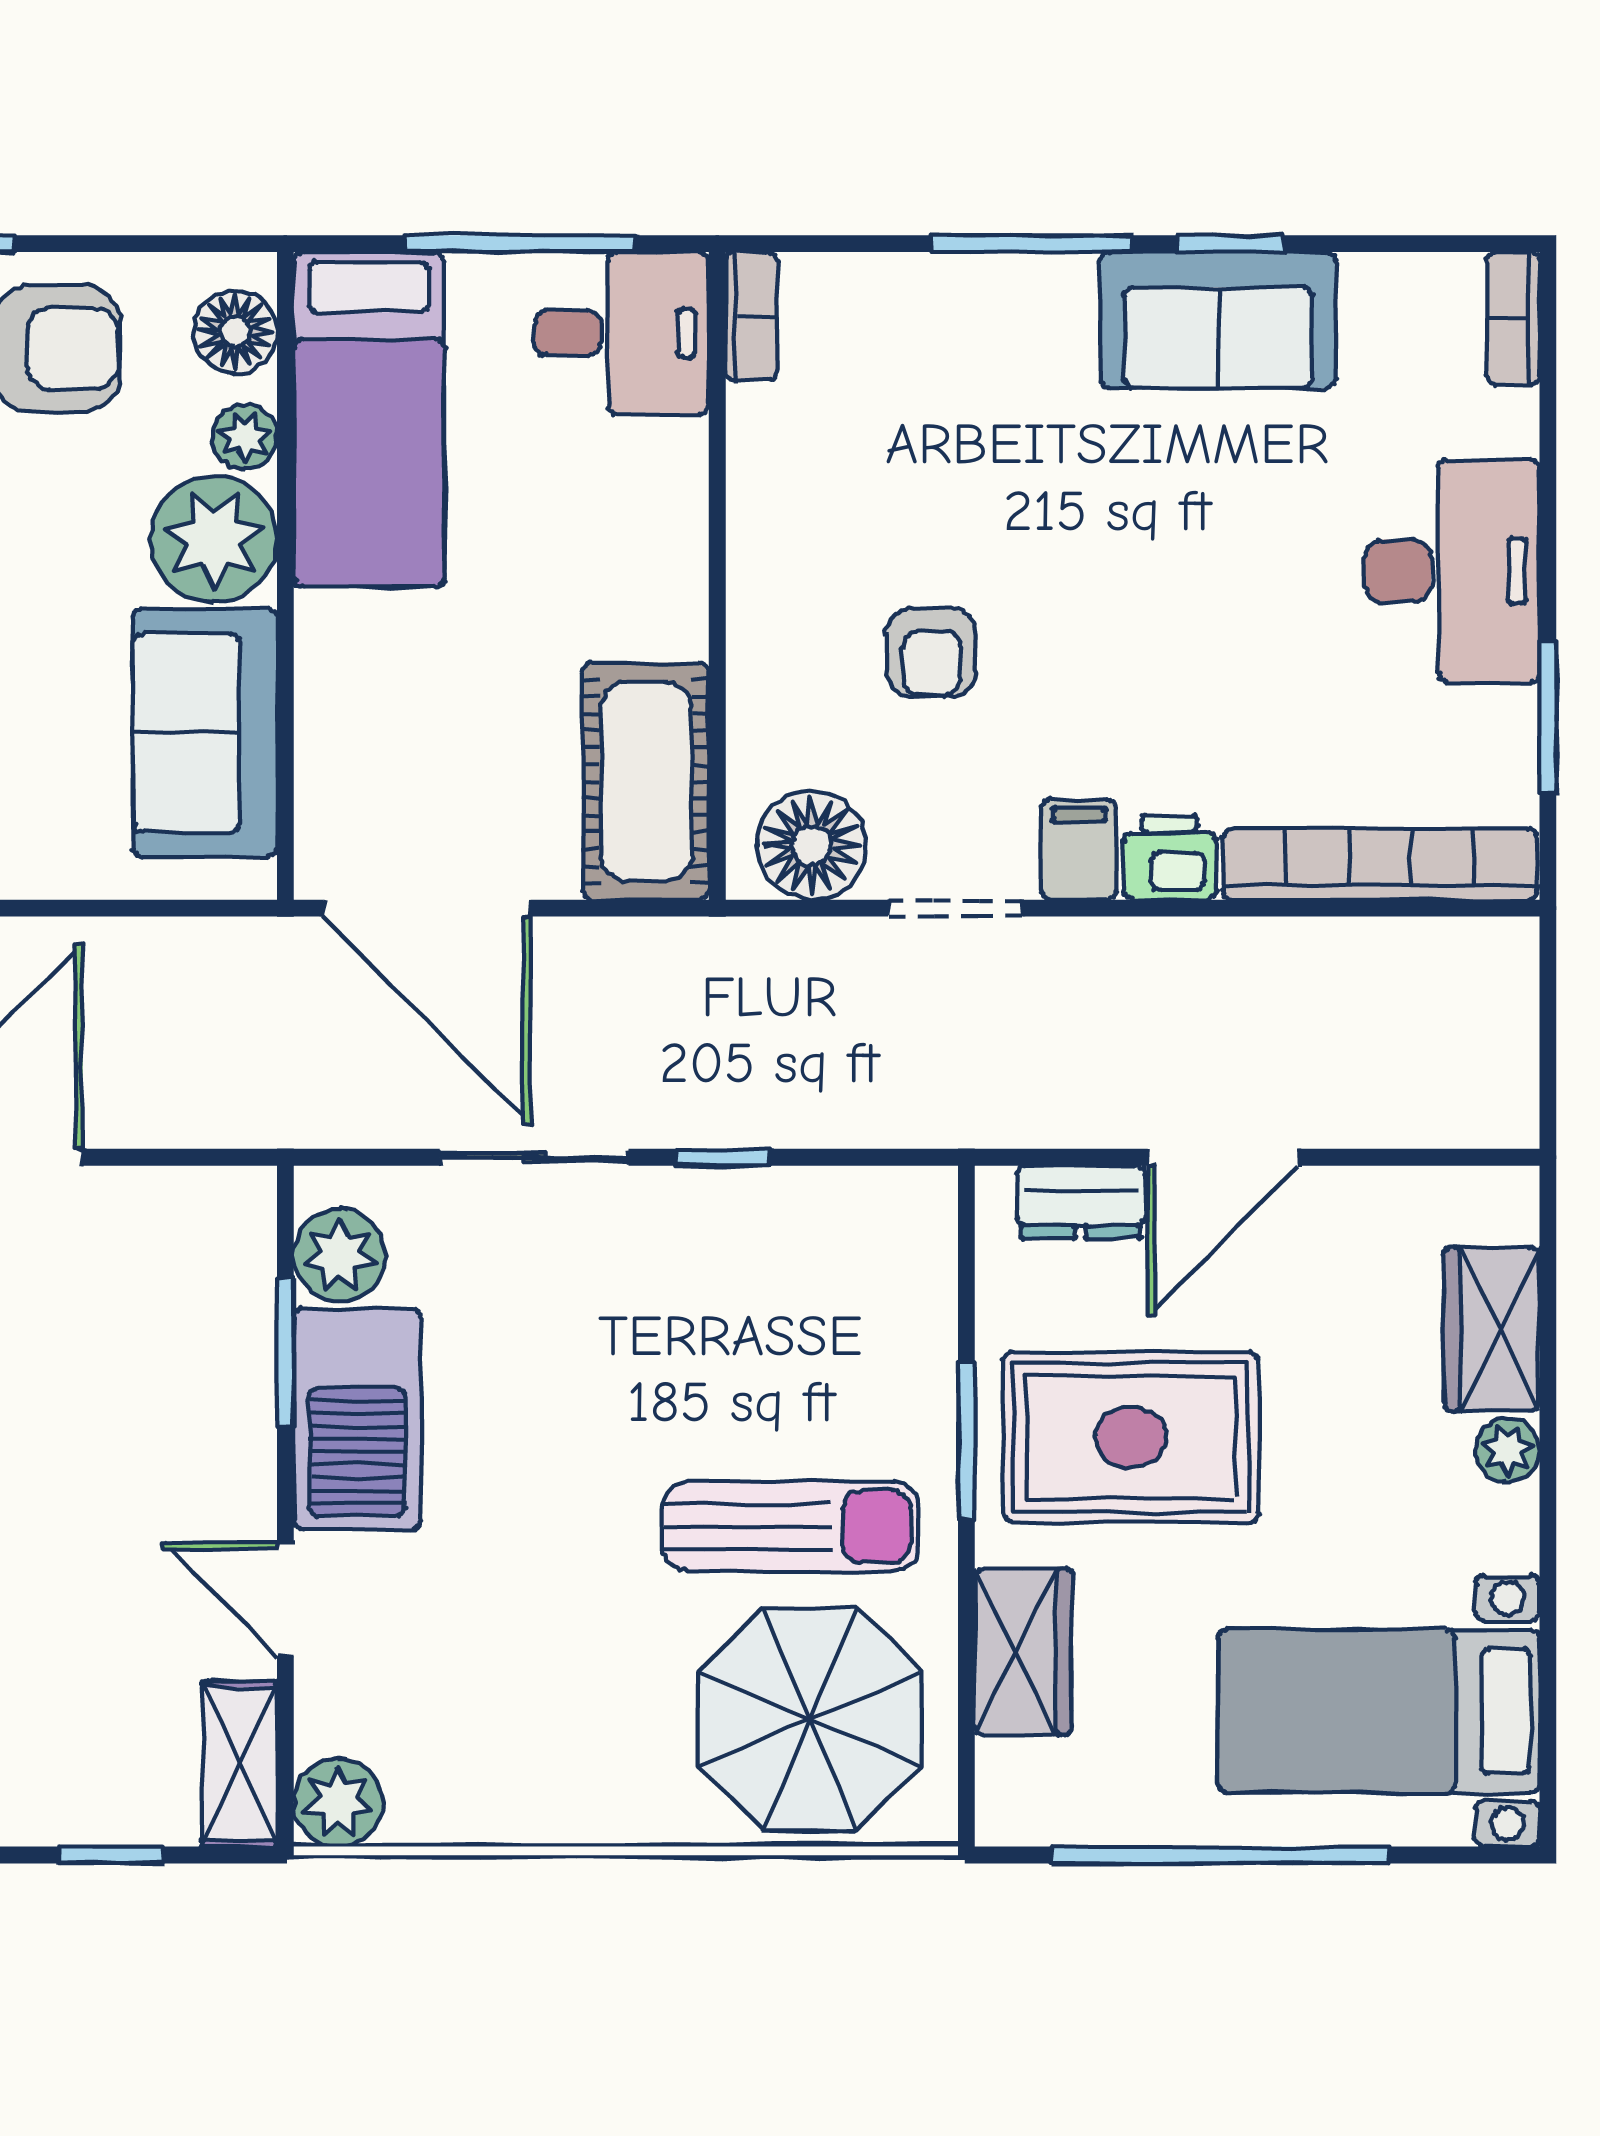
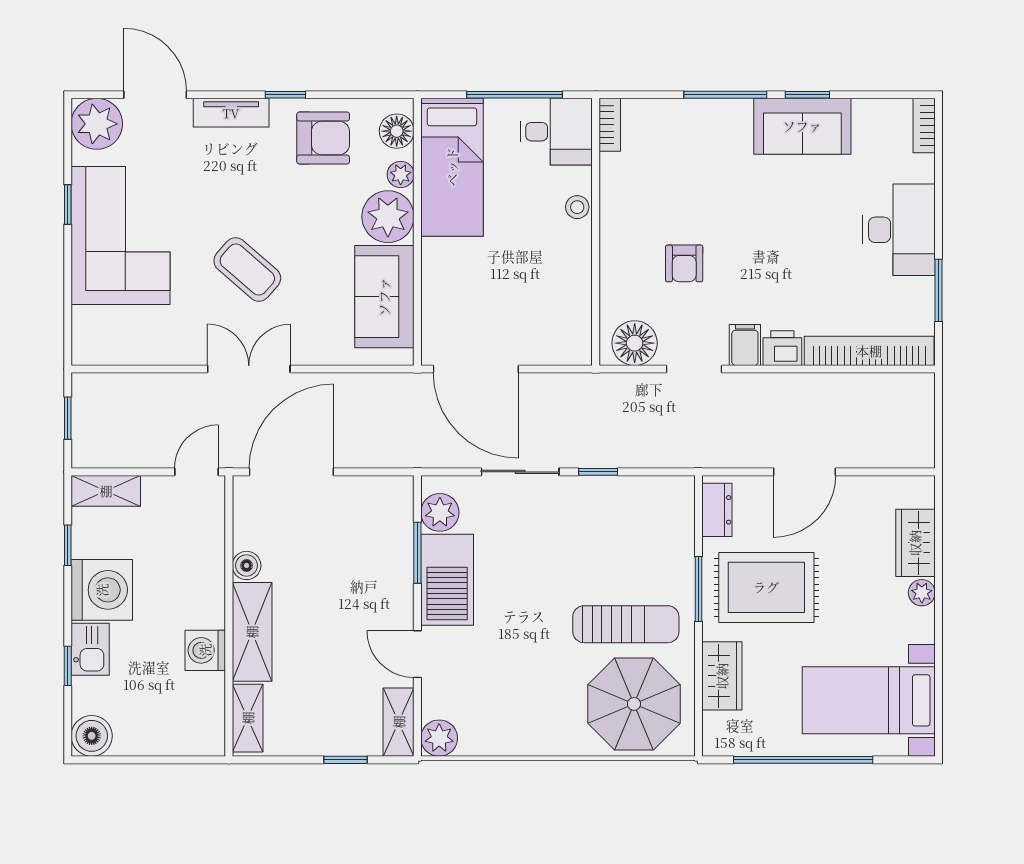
stool: (673, 516) -> (577, 207), added
cot: (646, 781) -> (566, 317), removed
dresser: (1081, 1202) -> (717, 510), moved, turned -90

